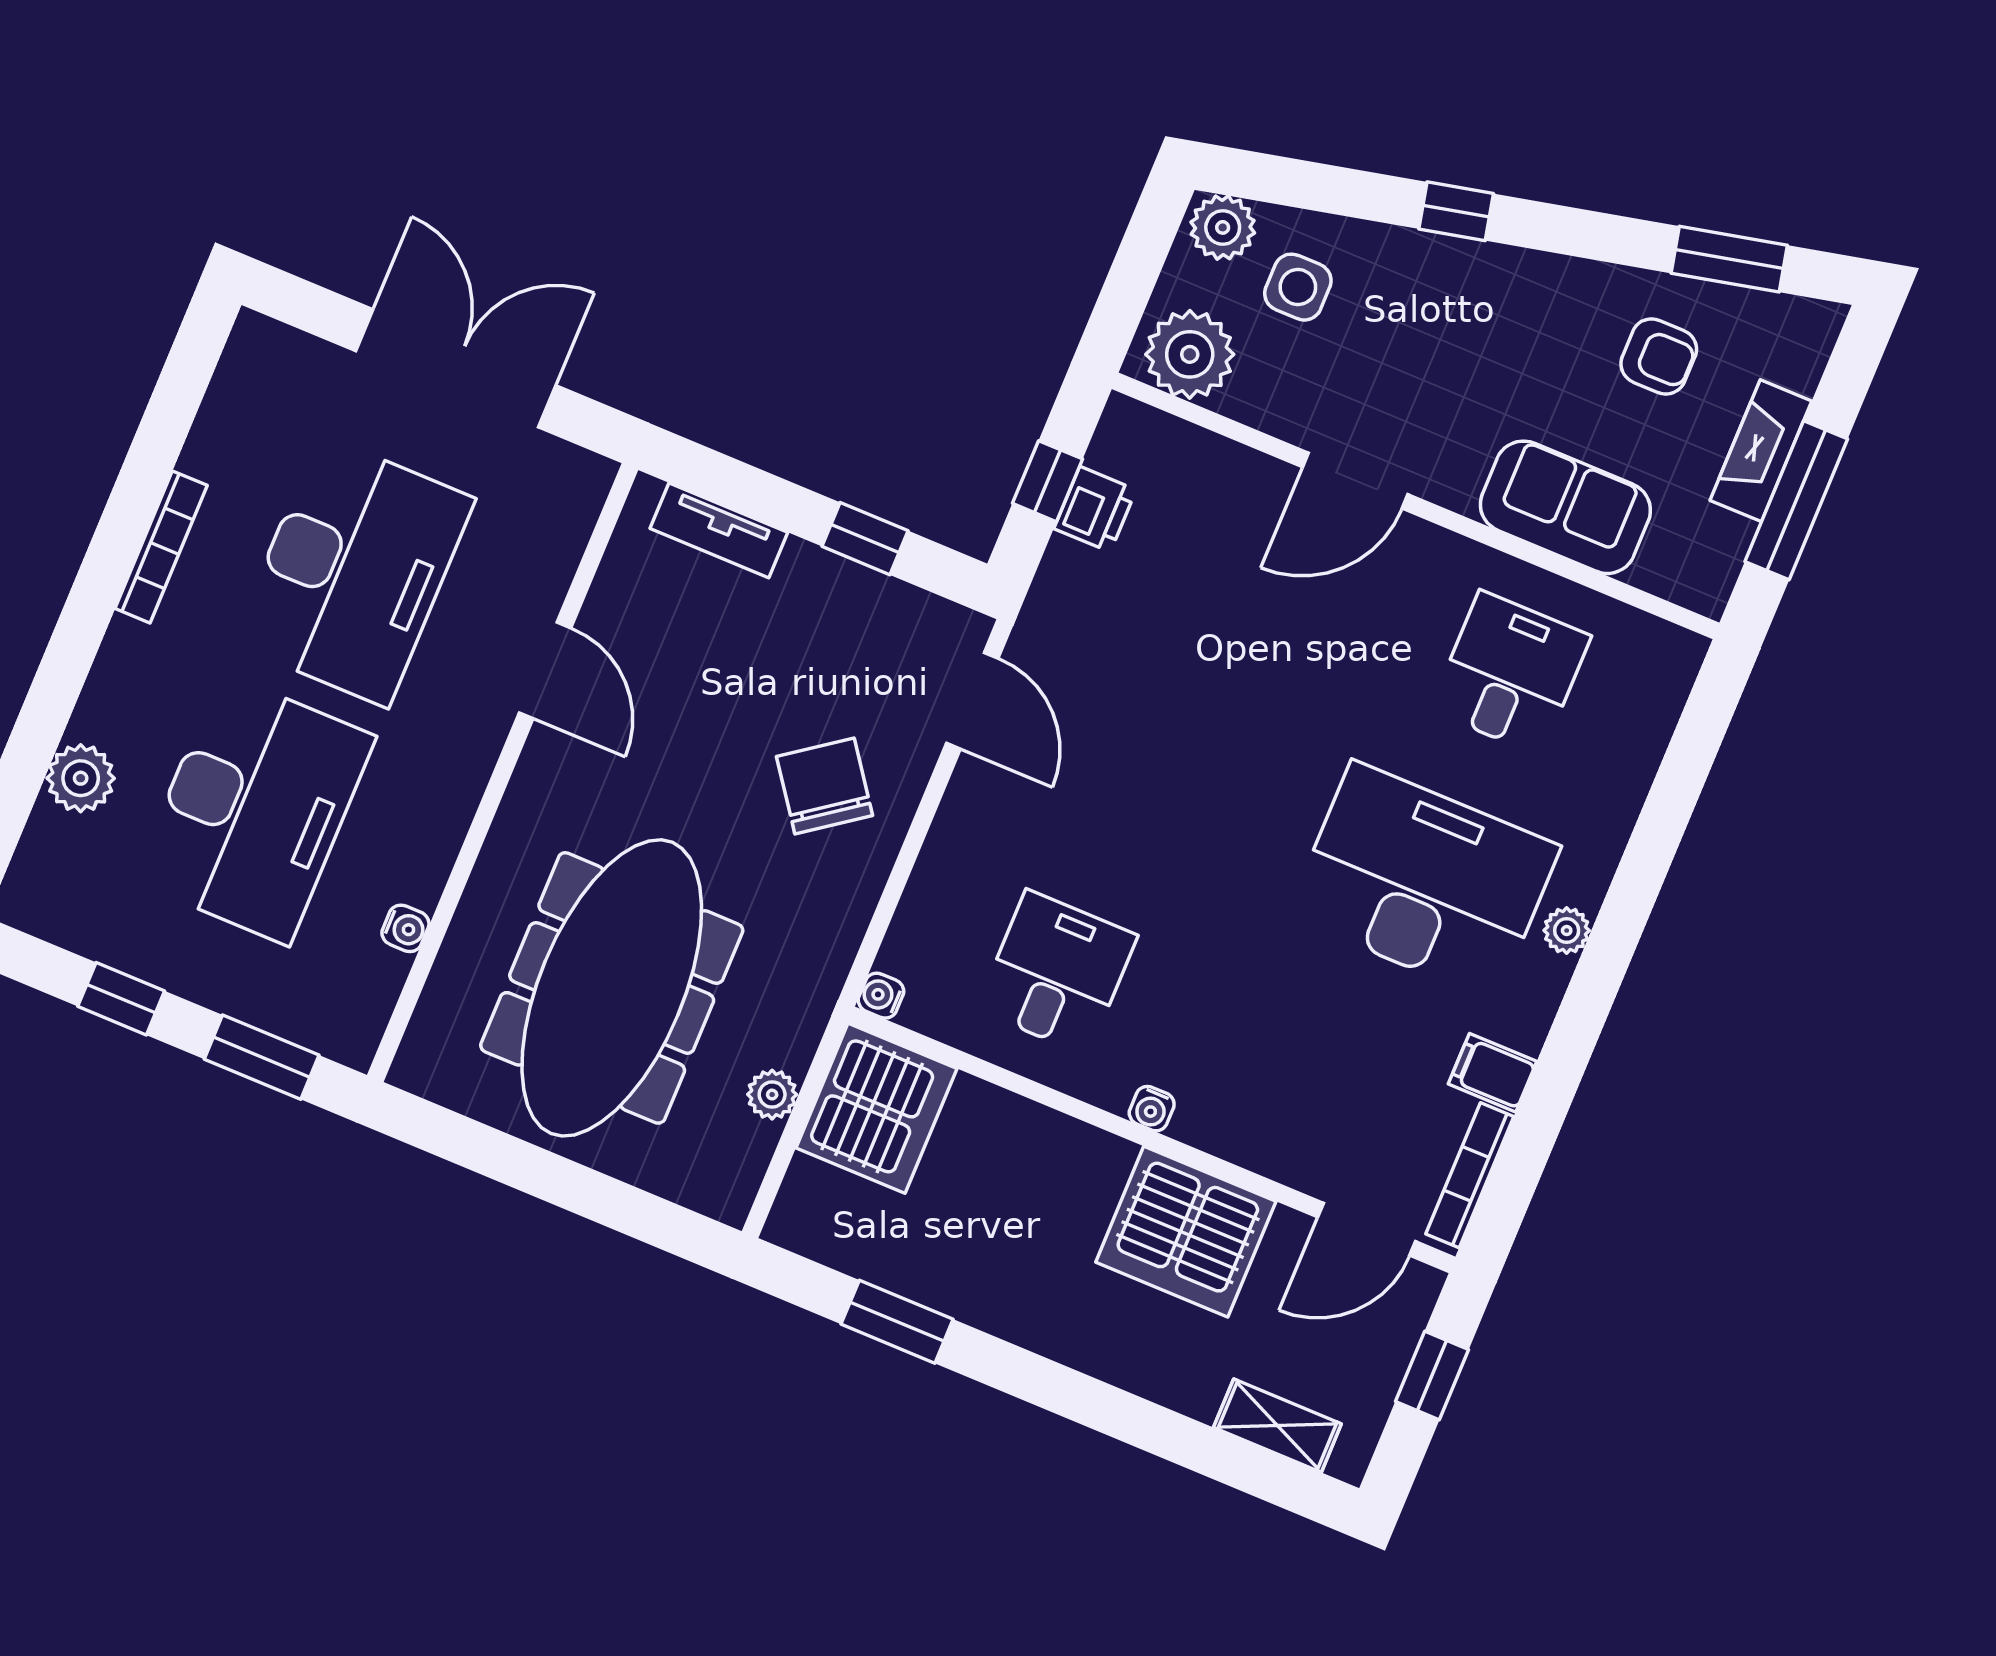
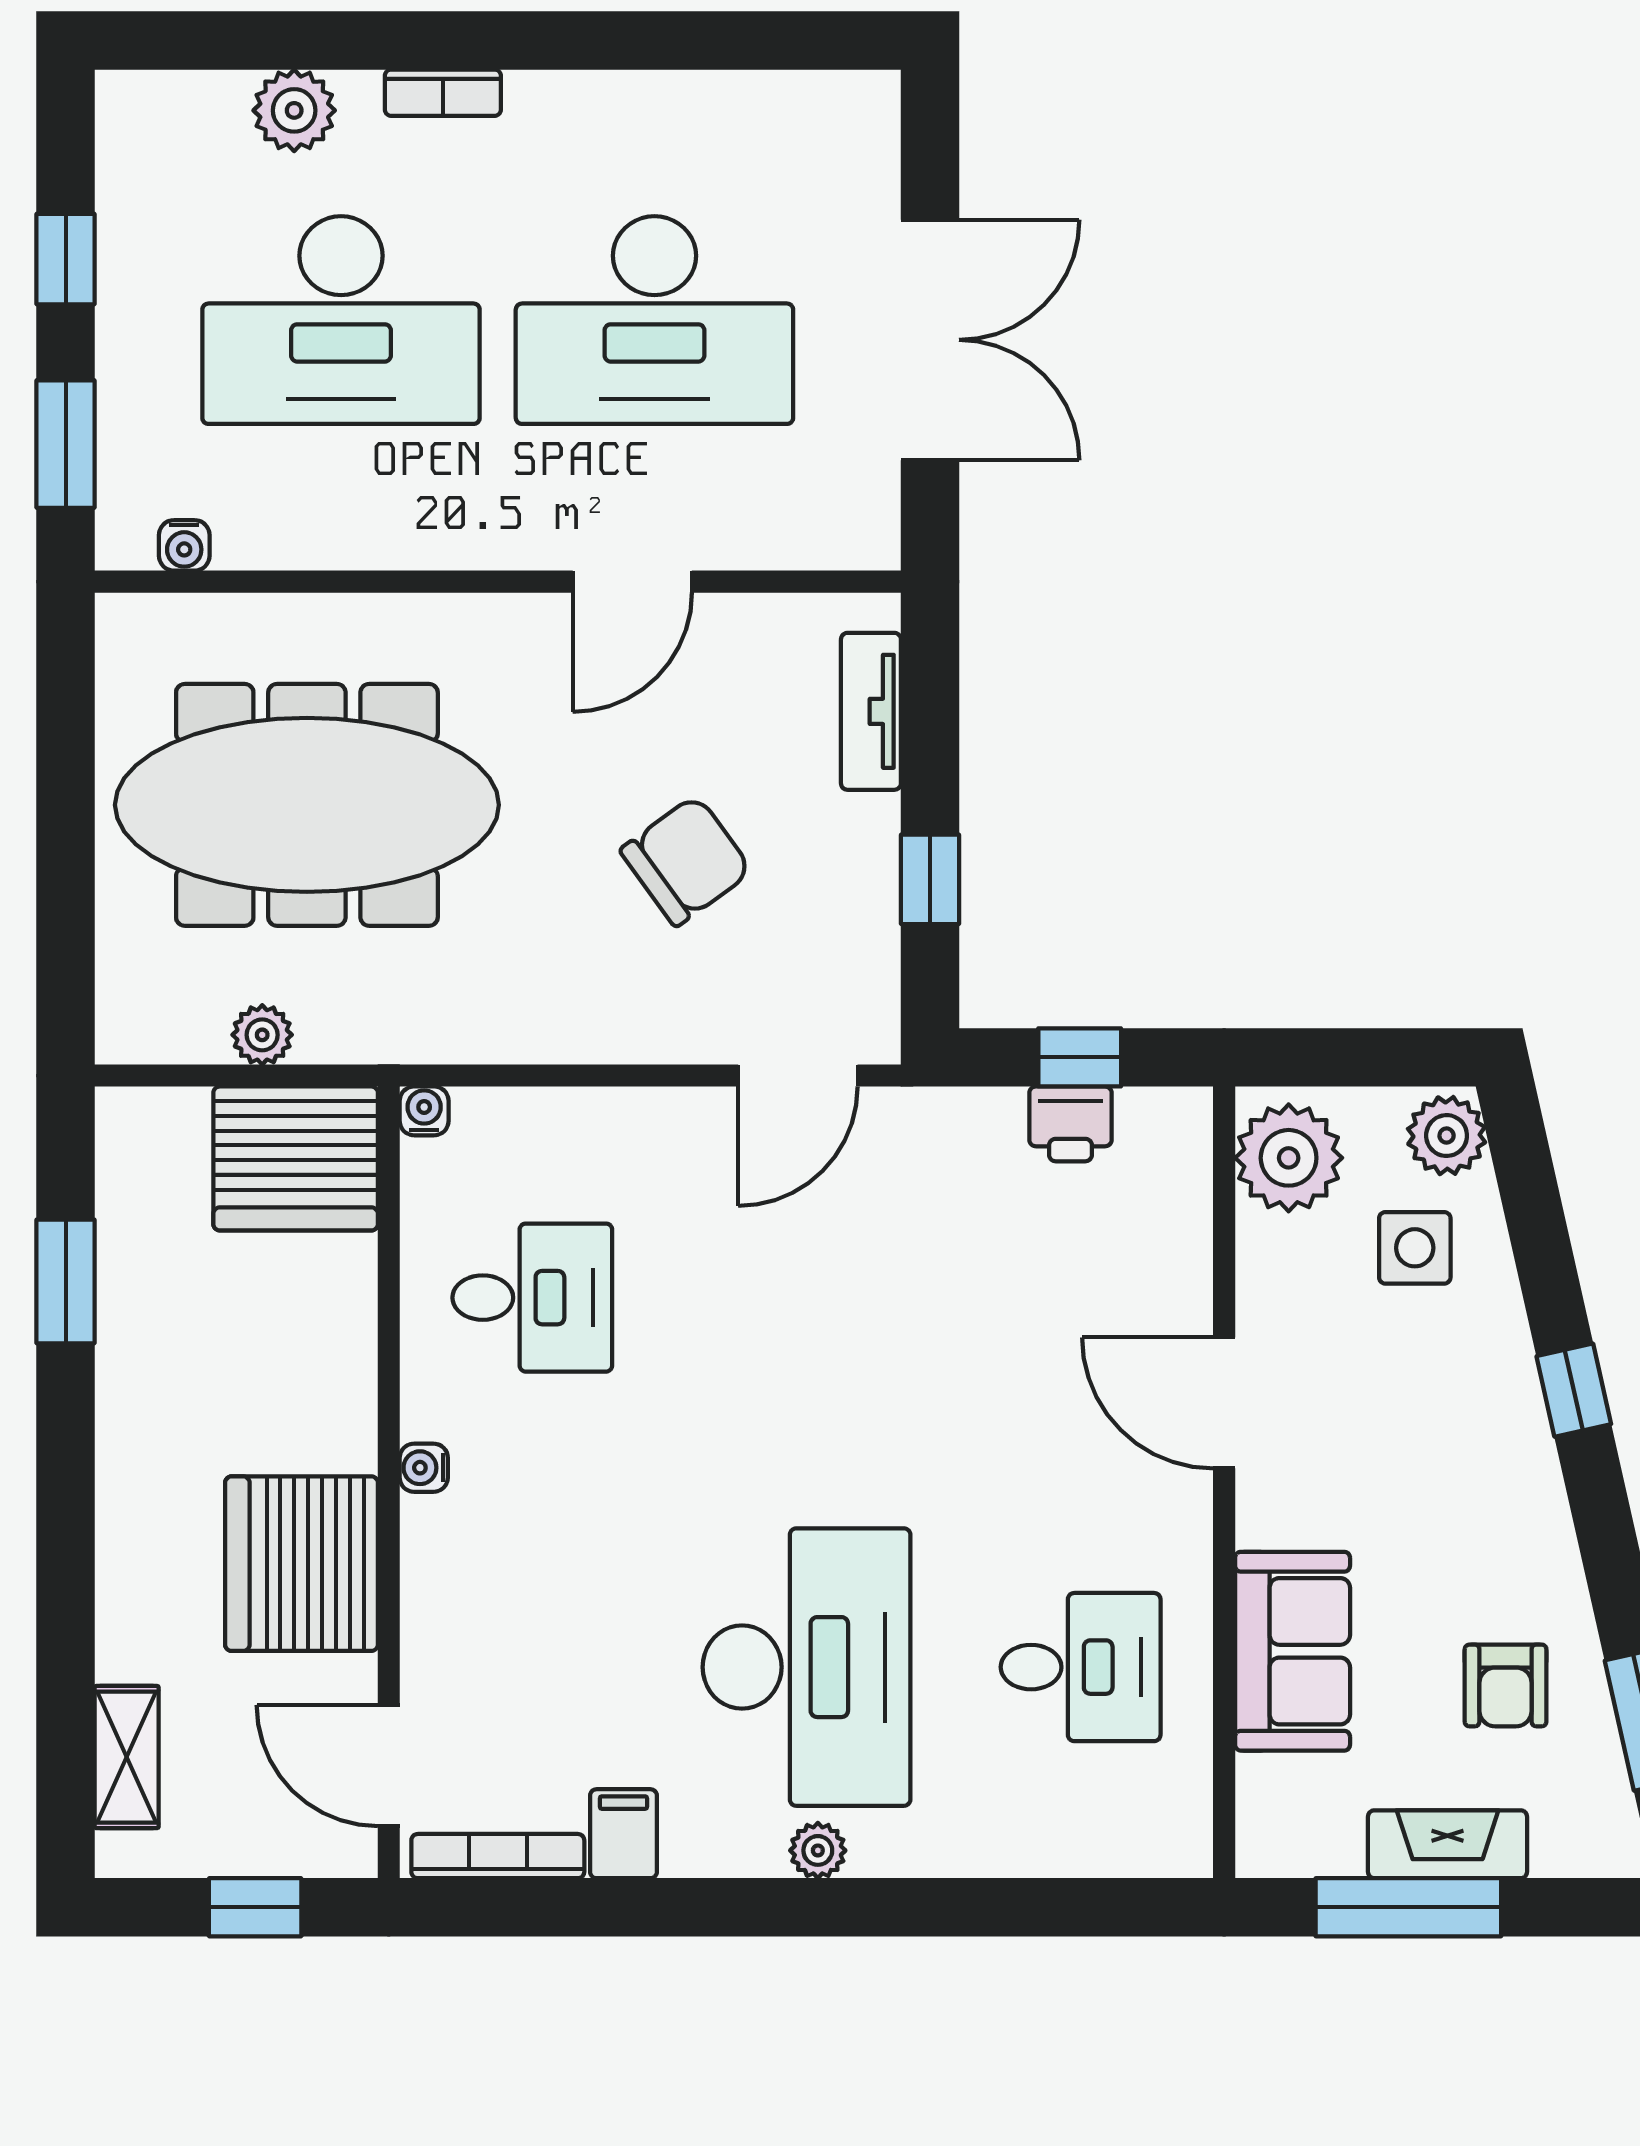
bookcase: (161, 547) -> (443, 93), moved, width x0.64
chair: (825, 786) -> (686, 861), moved
water cooler: (405, 928) -> (184, 545), moved

